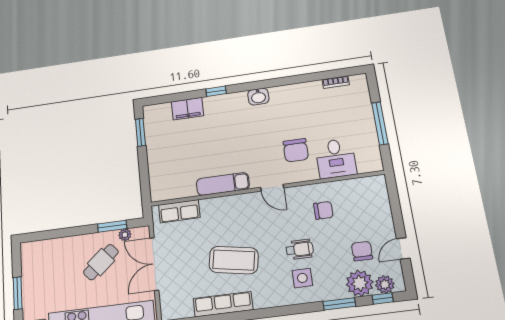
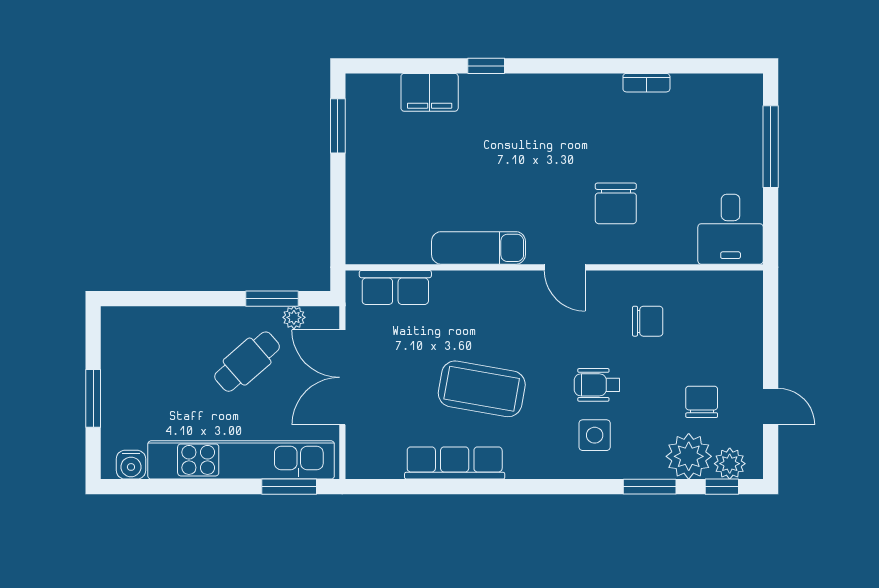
bookcase: (336, 82) -> (646, 83), moved
washbasin: (258, 97) -> (563, 89), removed
window: (380, 123) -> (771, 147), moved
desk: (336, 158) -> (731, 229), moved
door: (403, 248) -> (771, 406), swing flipped
wheelchair: (300, 249) -> (597, 385), turned 180

